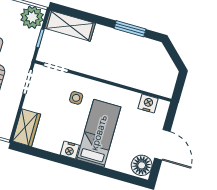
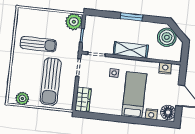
shelving: (70, 26) -> (131, 50), moved
window: (130, 29) -> (132, 17), moved
boiler: (158, 61) -> (167, 37), added
nightstand: (70, 150) -> (151, 114), moved

